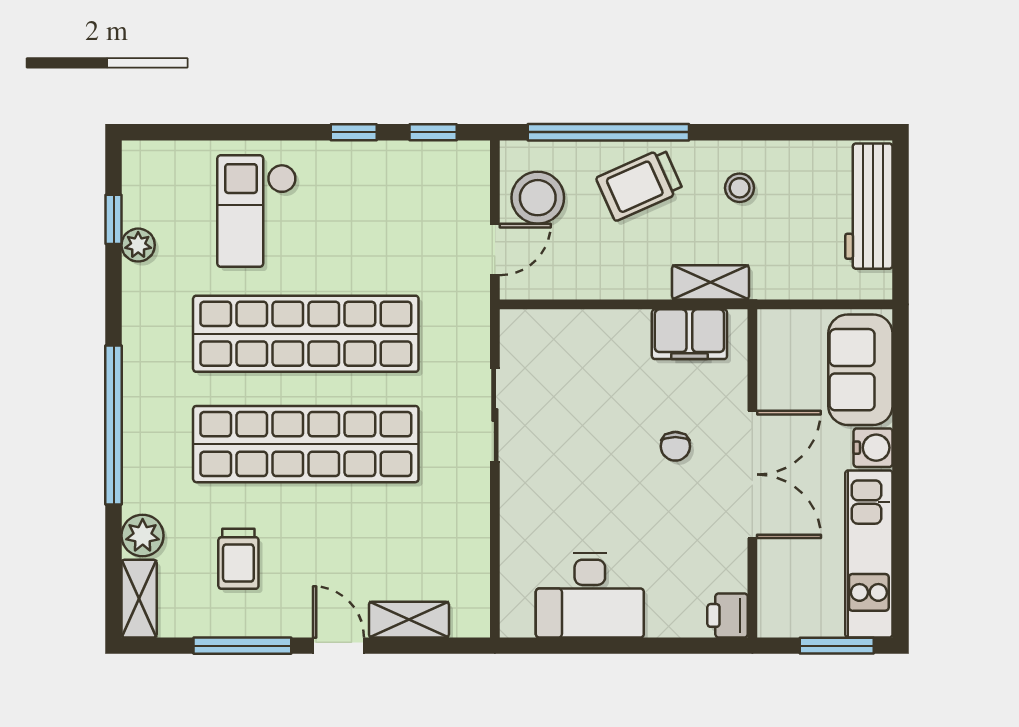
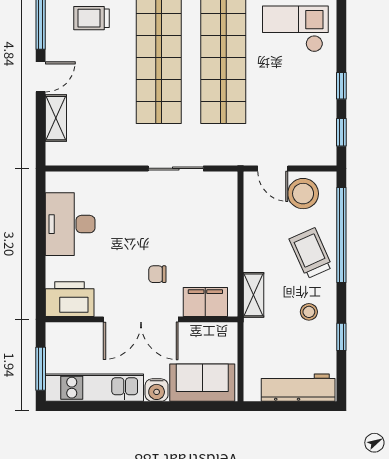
window: (782, 132) -> (341, 337), added
filing cabinet: (689, 334) -> (205, 302), moved, turned 90
printer: (727, 615) -> (70, 299), width x1.87, depth x1.48

